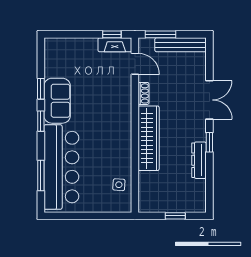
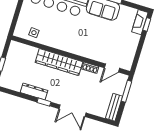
window: (112, 34) -> (147, 24), moved
fireplace: (115, 45) -> (140, 22), moved
bench: (181, 45) -> (114, 107), width x0.73

